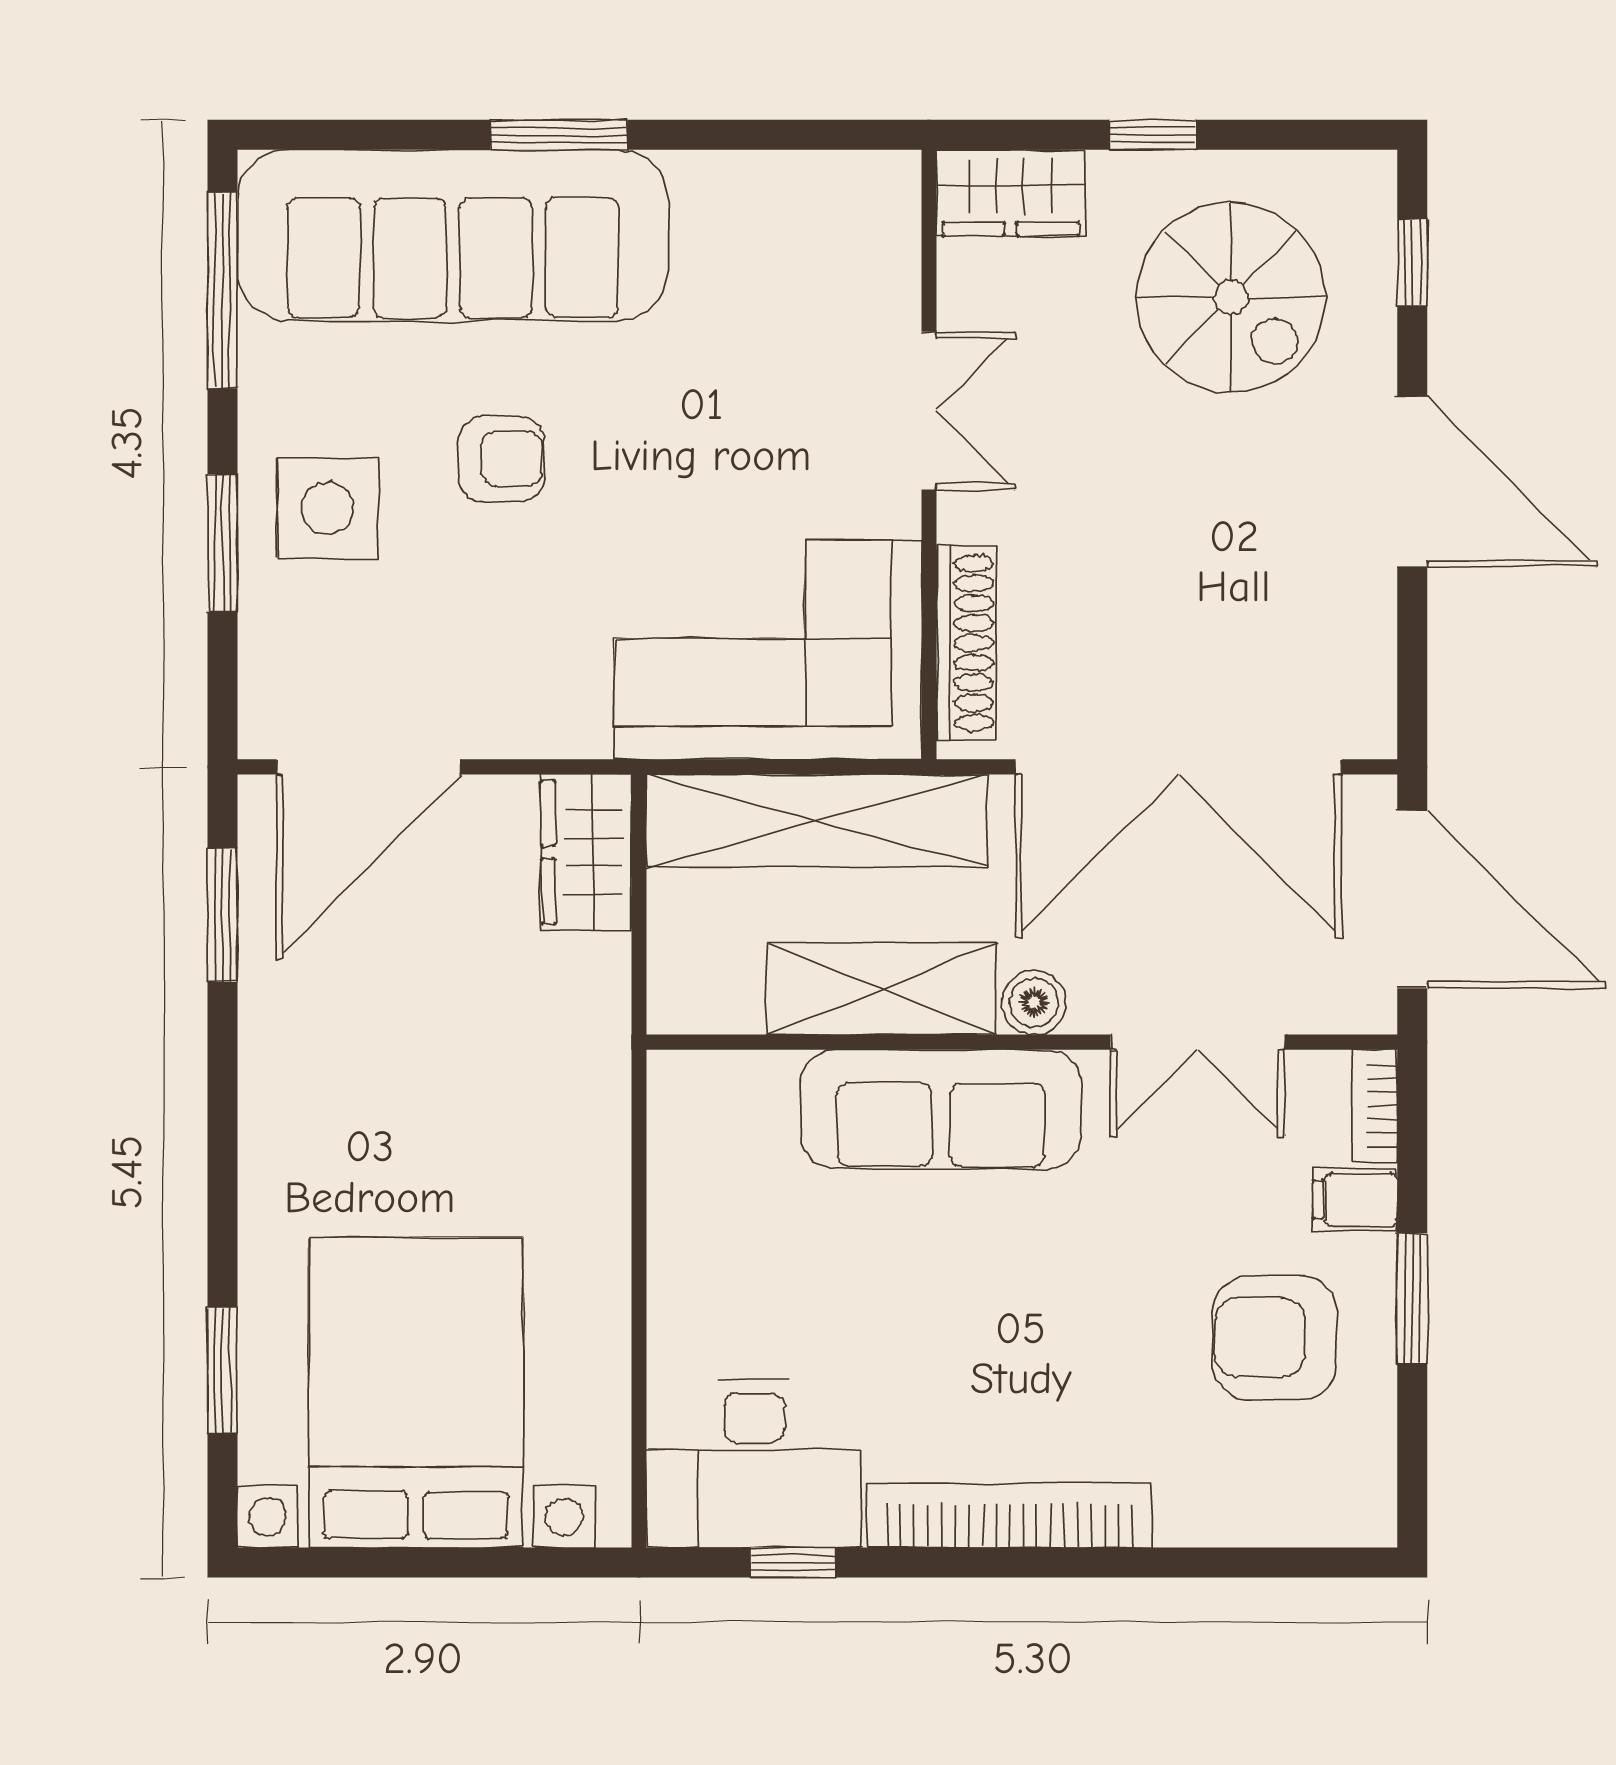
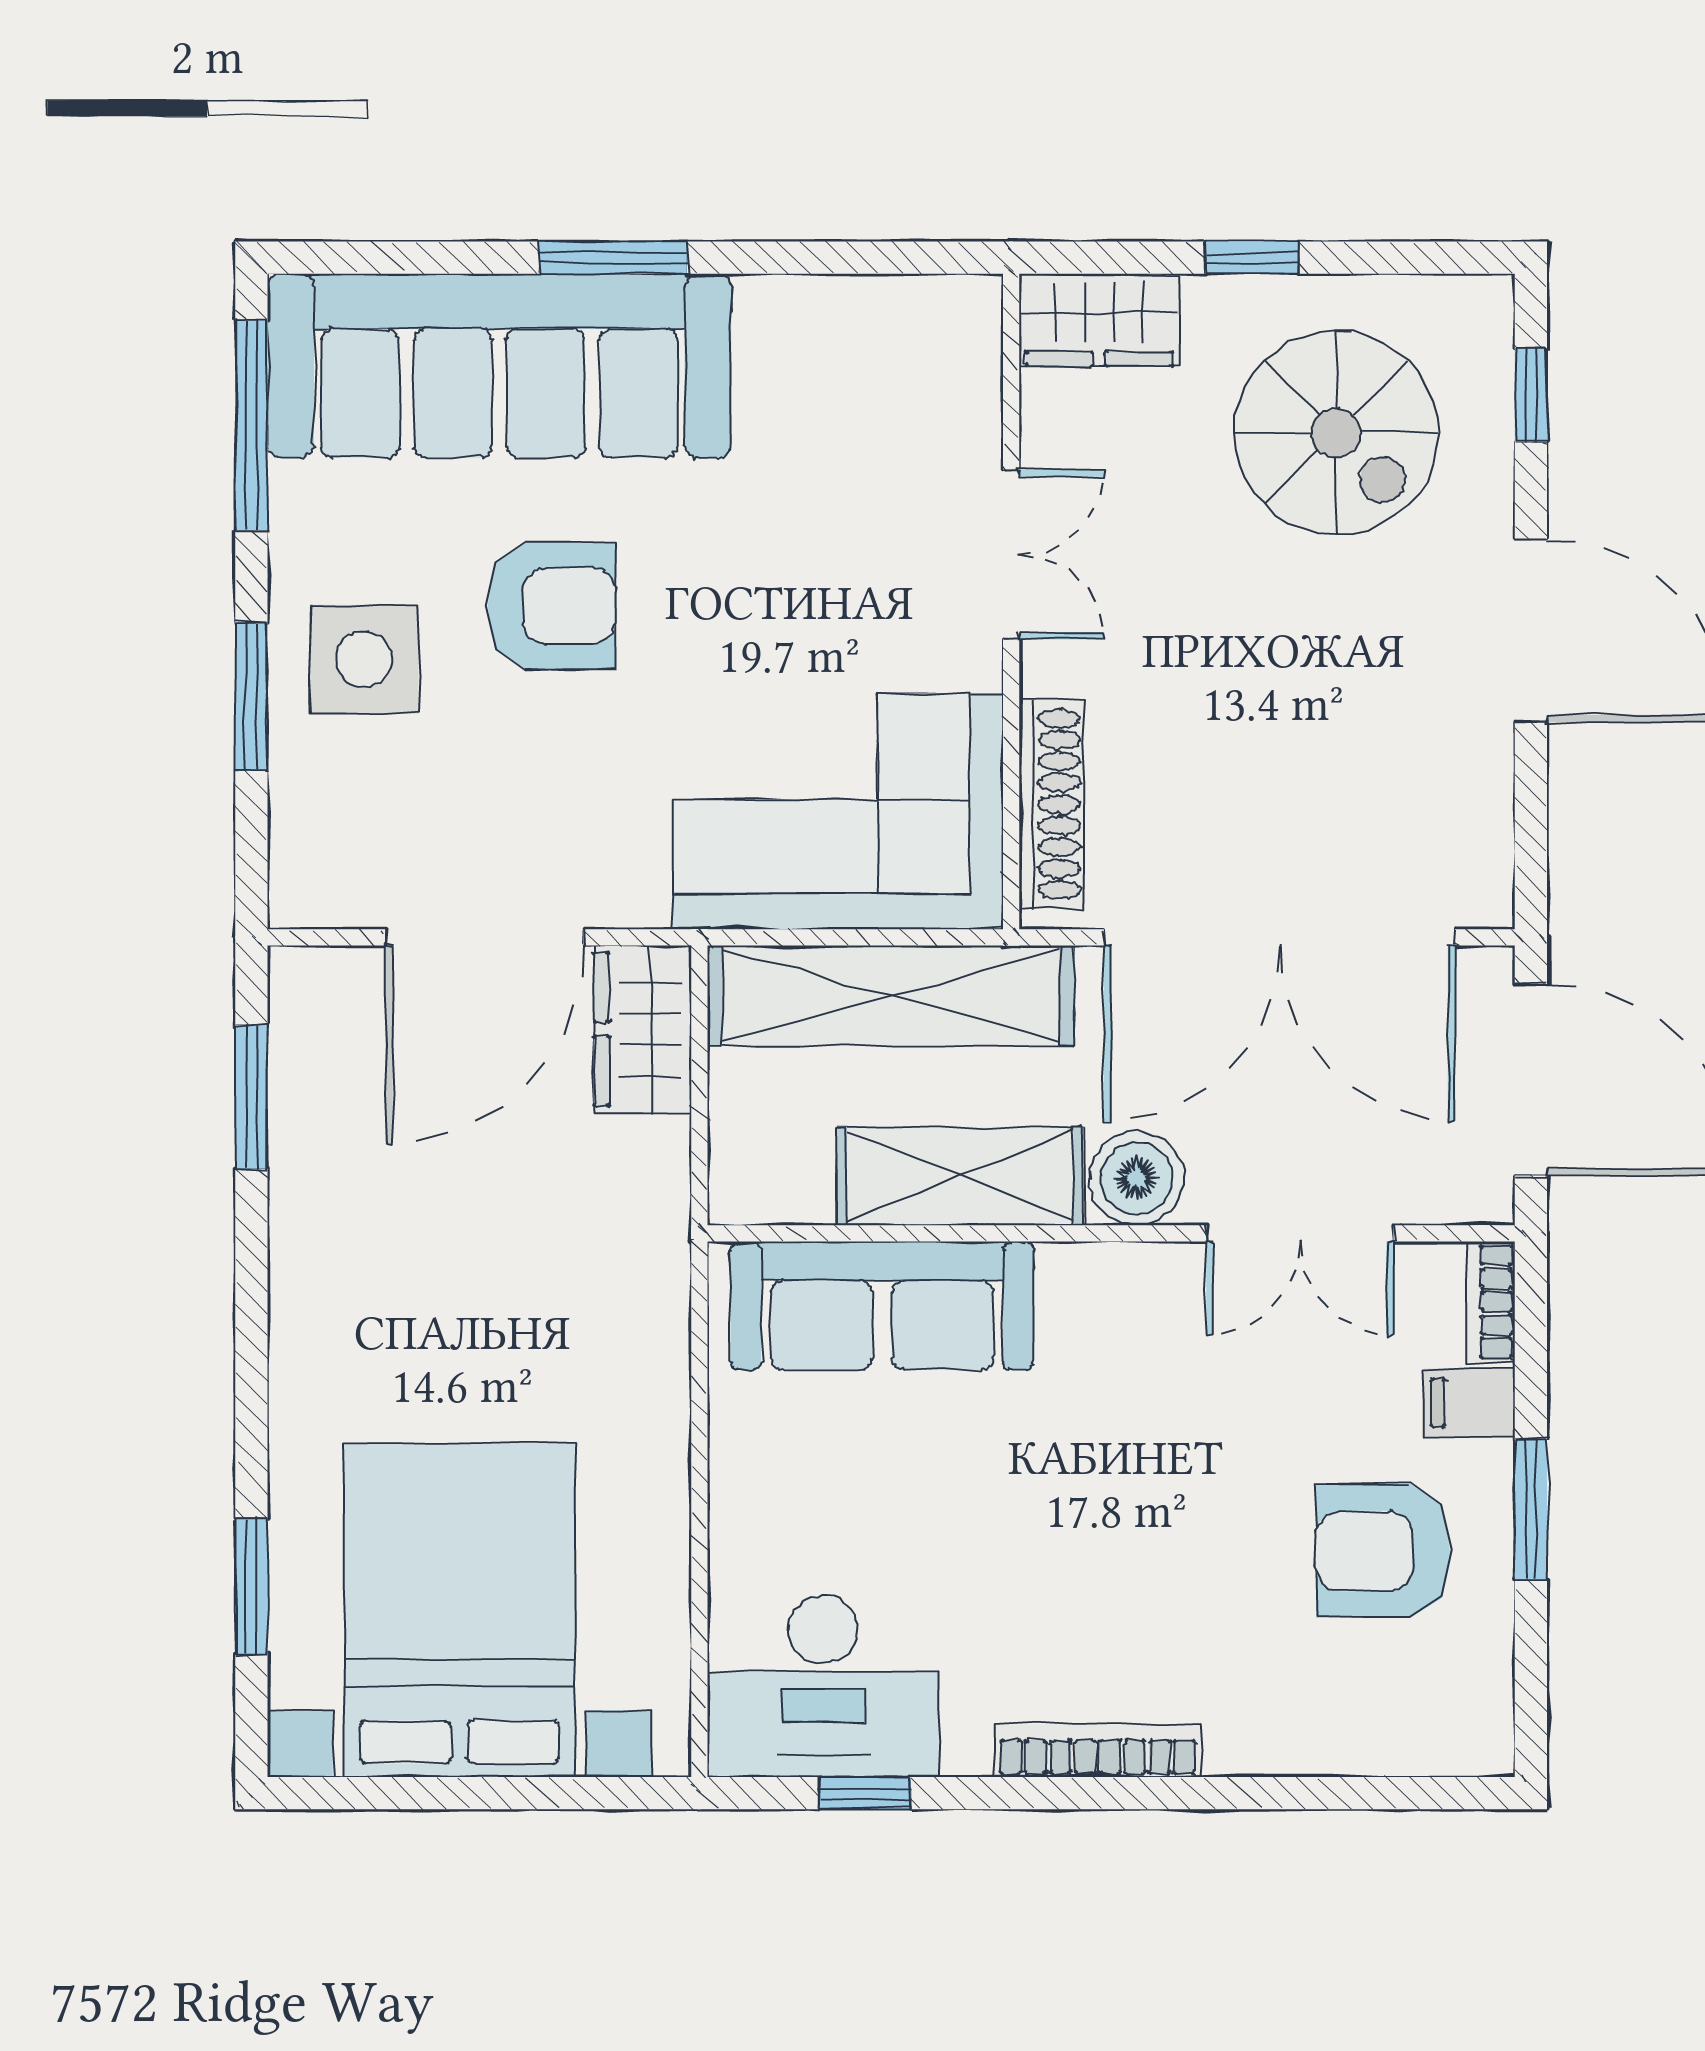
armchair: (501, 459) -> (551, 606), width x1.38, depth x1.38
door: (369, 767) -> (485, 937), moved
boiler: (1034, 1002) -> (1137, 1178), width x1.36, depth x1.36
sofa: (941, 1109) -> (882, 1306), moved
bookcase: (1010, 1516) -> (1098, 1751), width x0.68, depth x0.76

